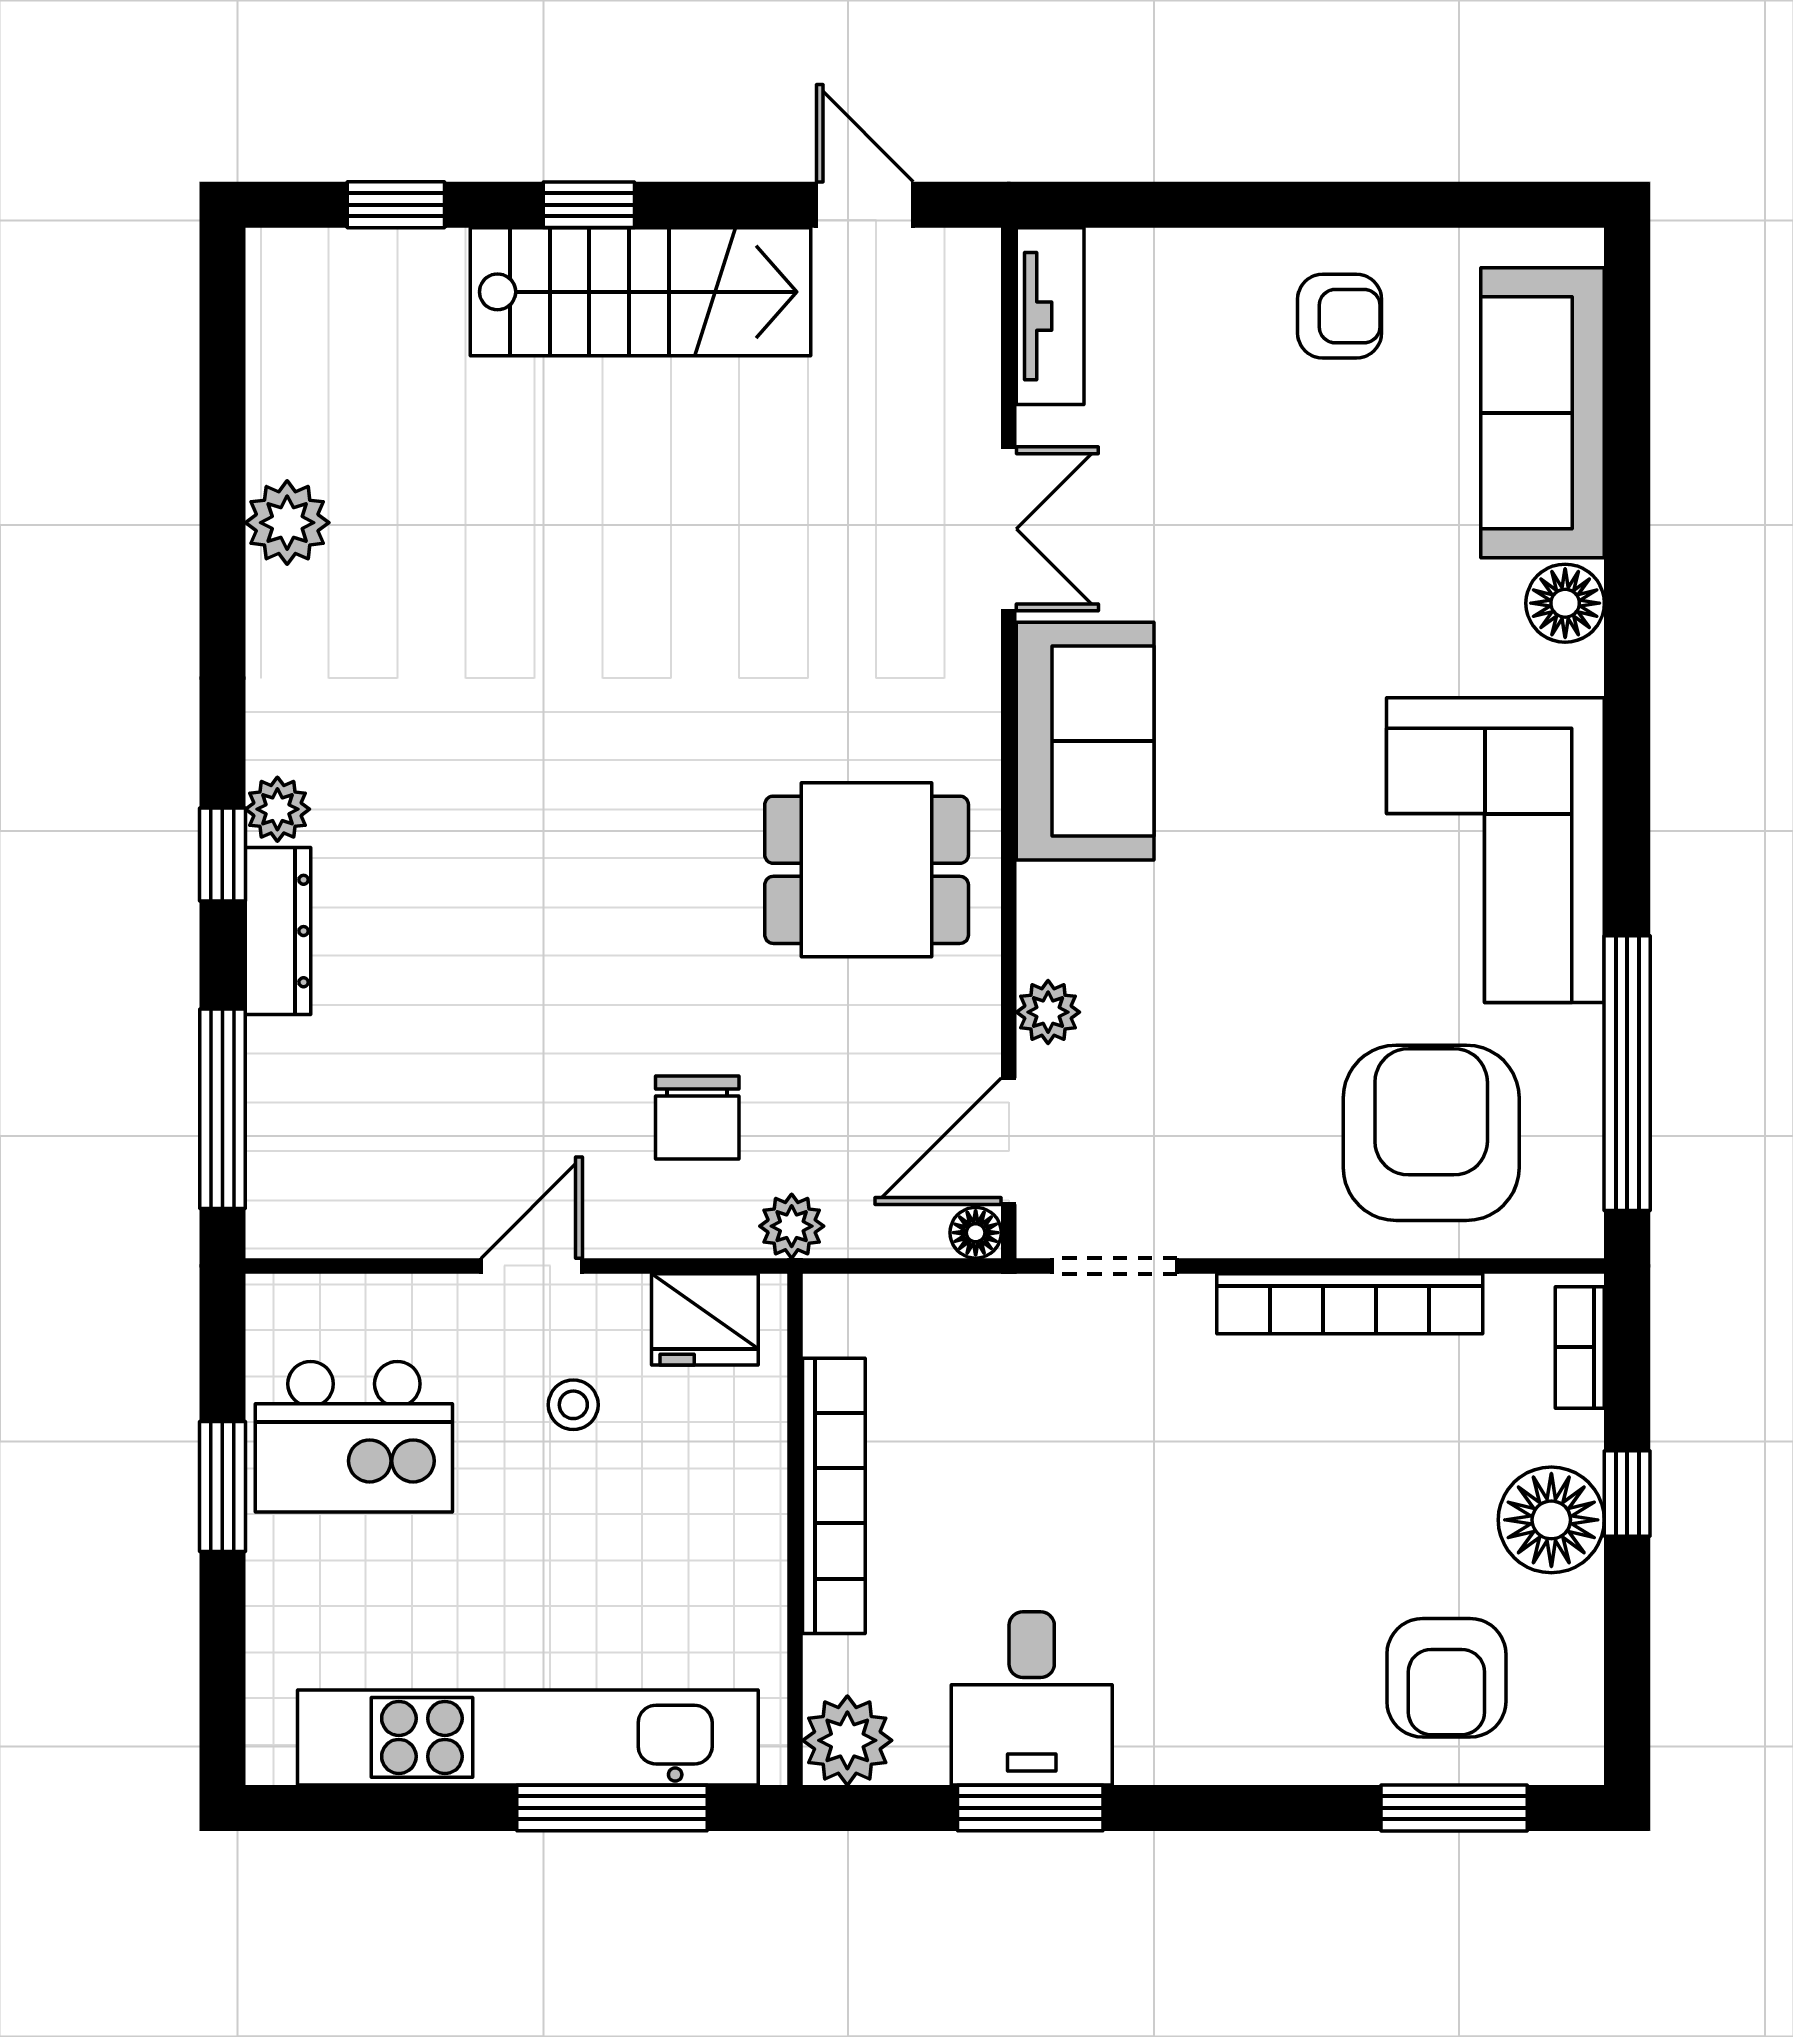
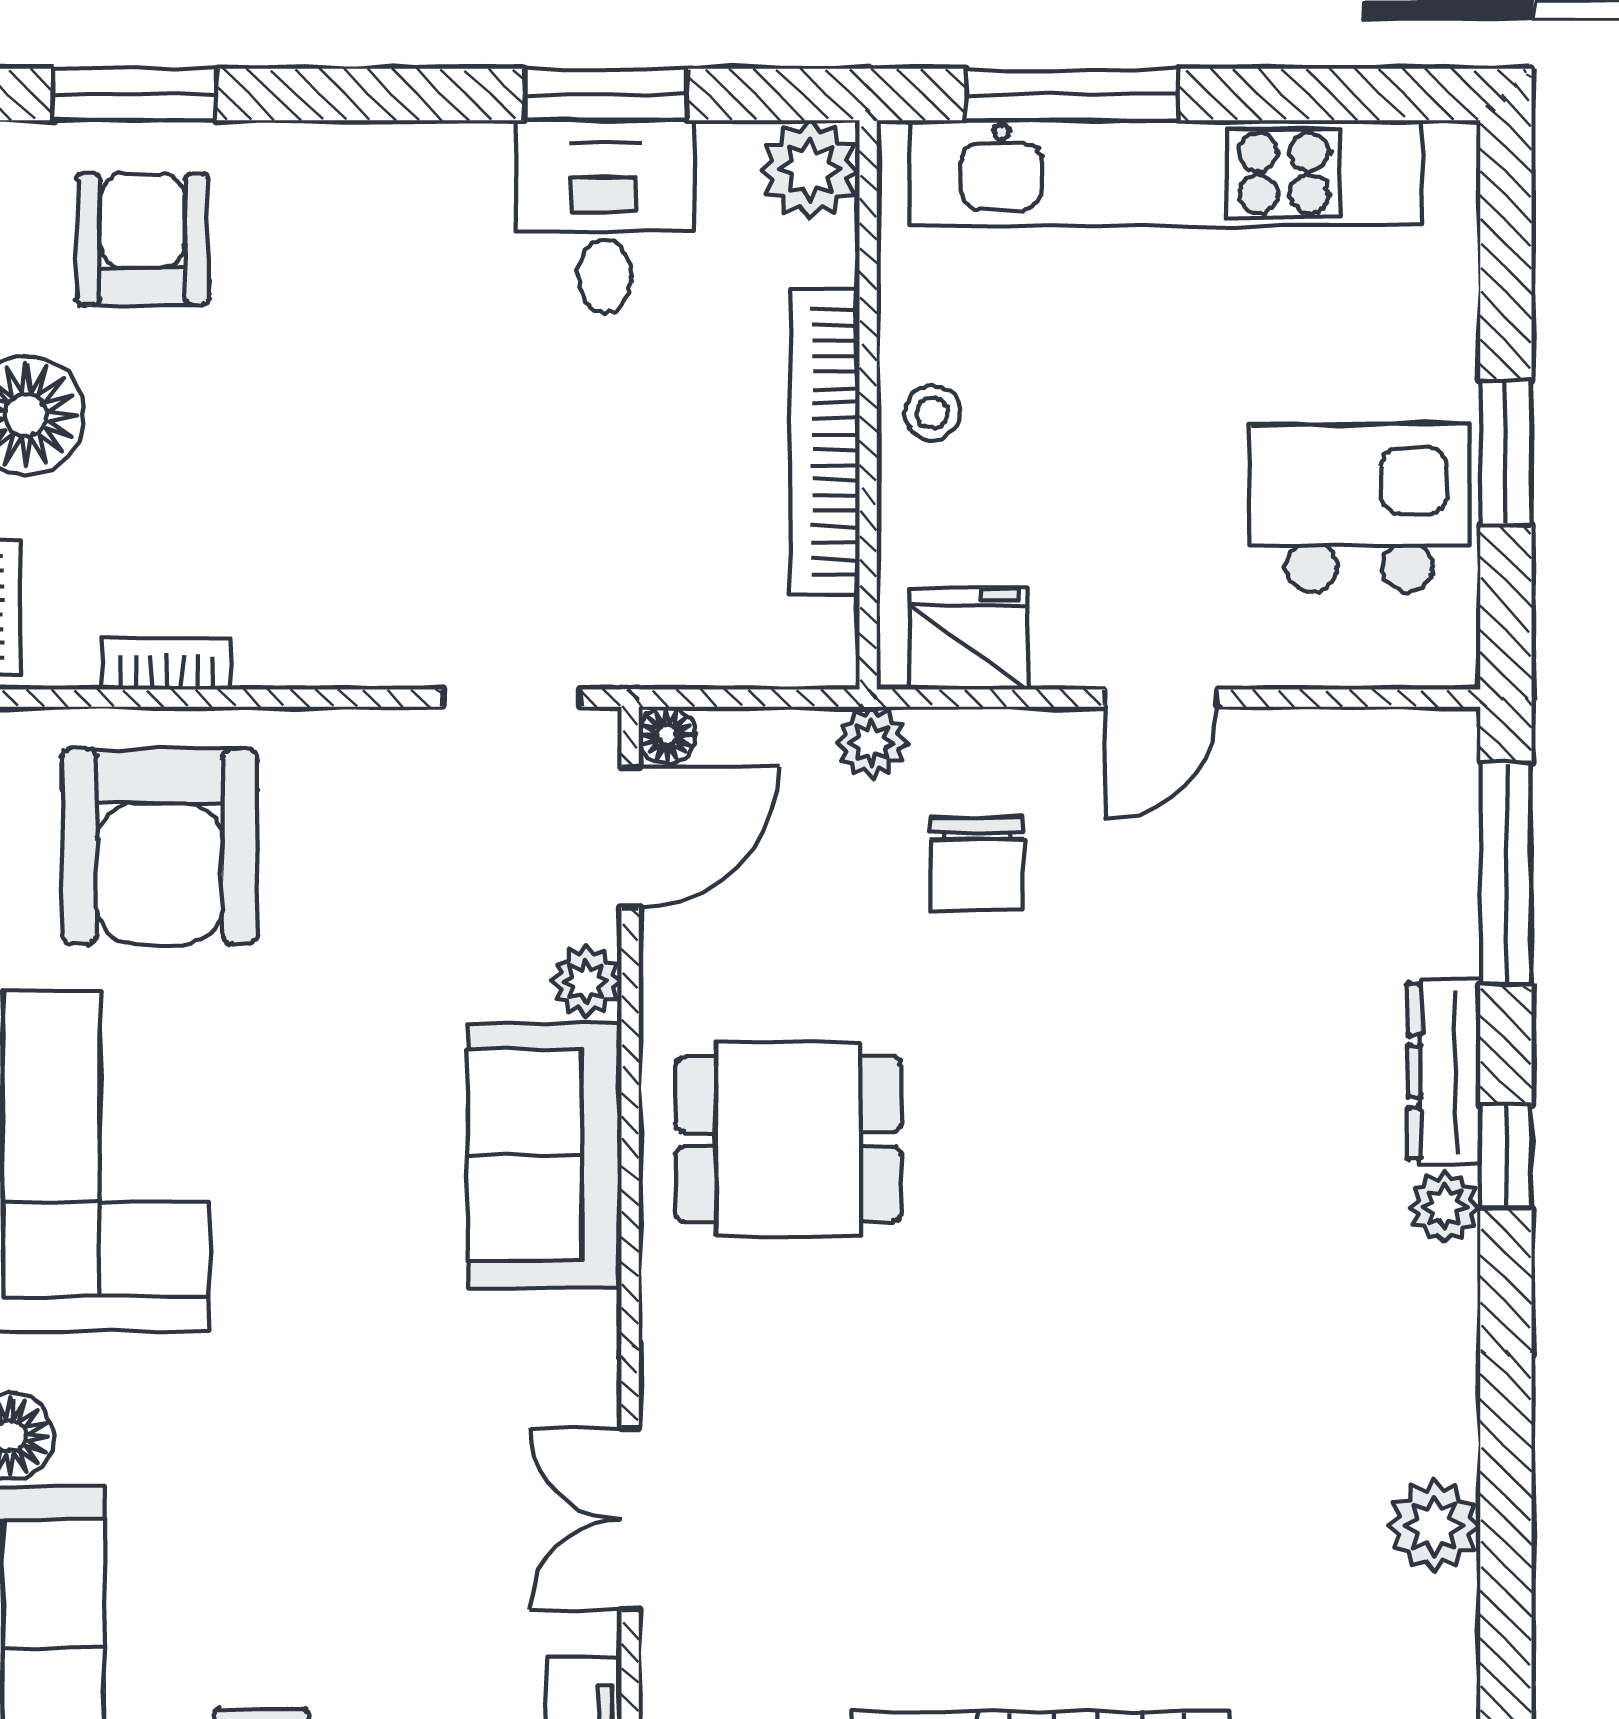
sofa: (1085, 741) -> (545, 1155), moved
chair: (697, 1117) -> (977, 864), turned 180
bookcase: (1350, 1304) -> (166, 664), width x0.43, depth x0.76
stool: (573, 1405) -> (932, 413), moved

